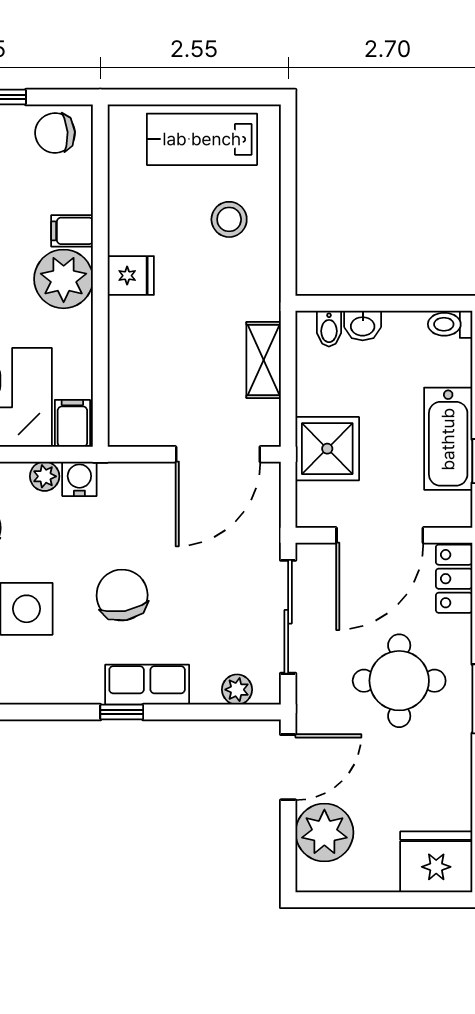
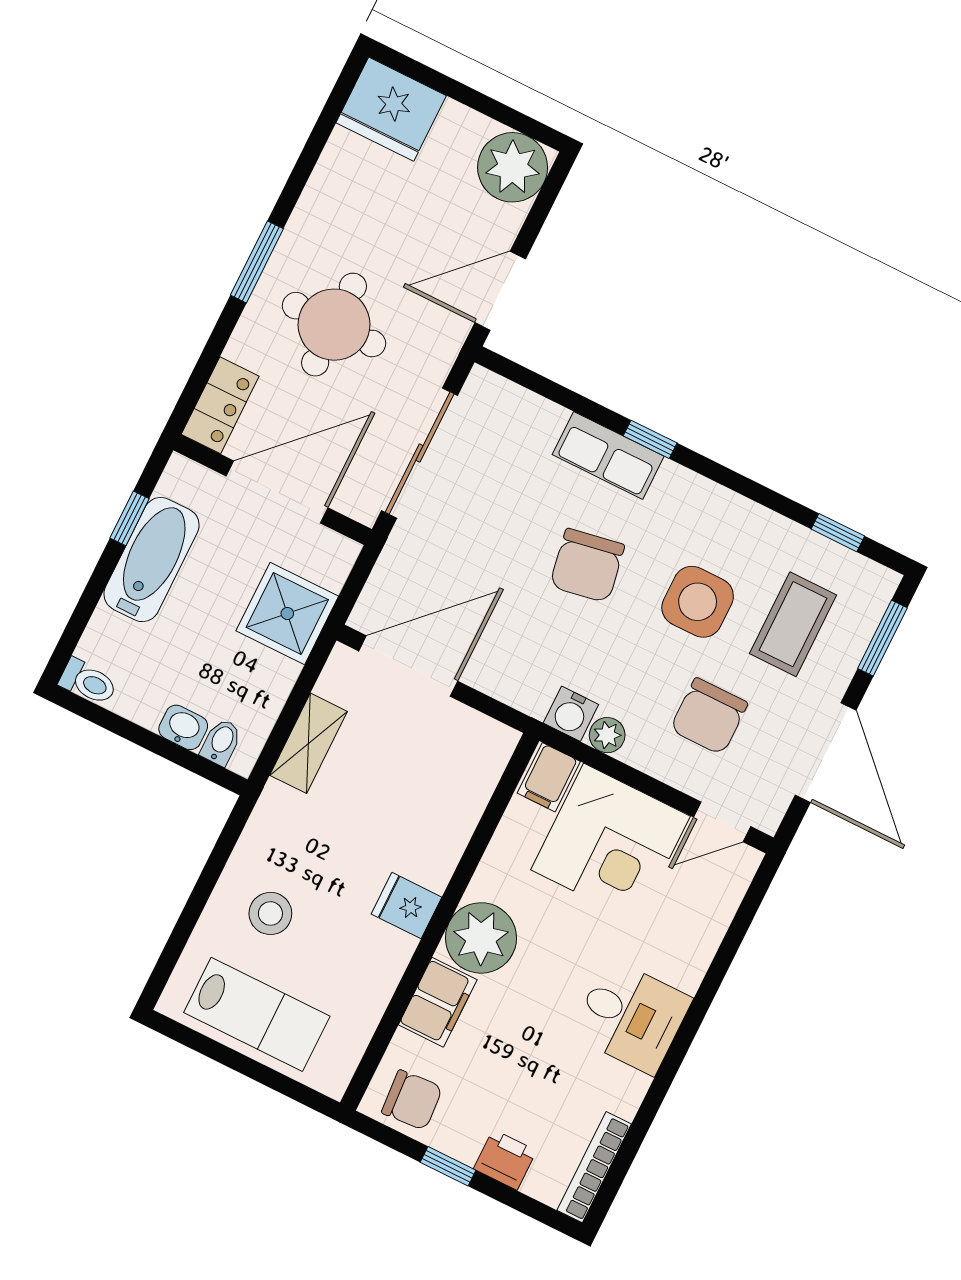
filing cabinet: (72, 231) -> (438, 1002), width x2.00
plant: (237, 690) -> (514, 402), removed
plant: (324, 832) -> (513, 167), moved

